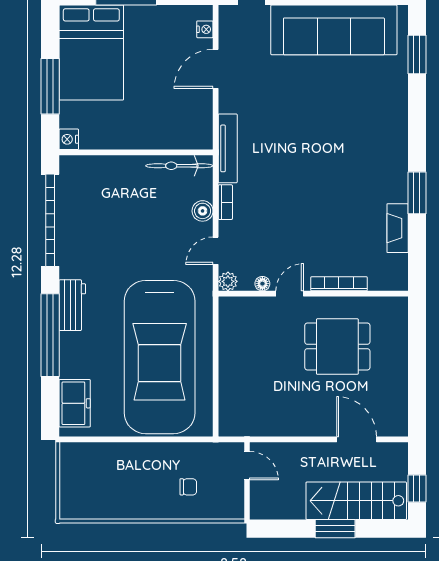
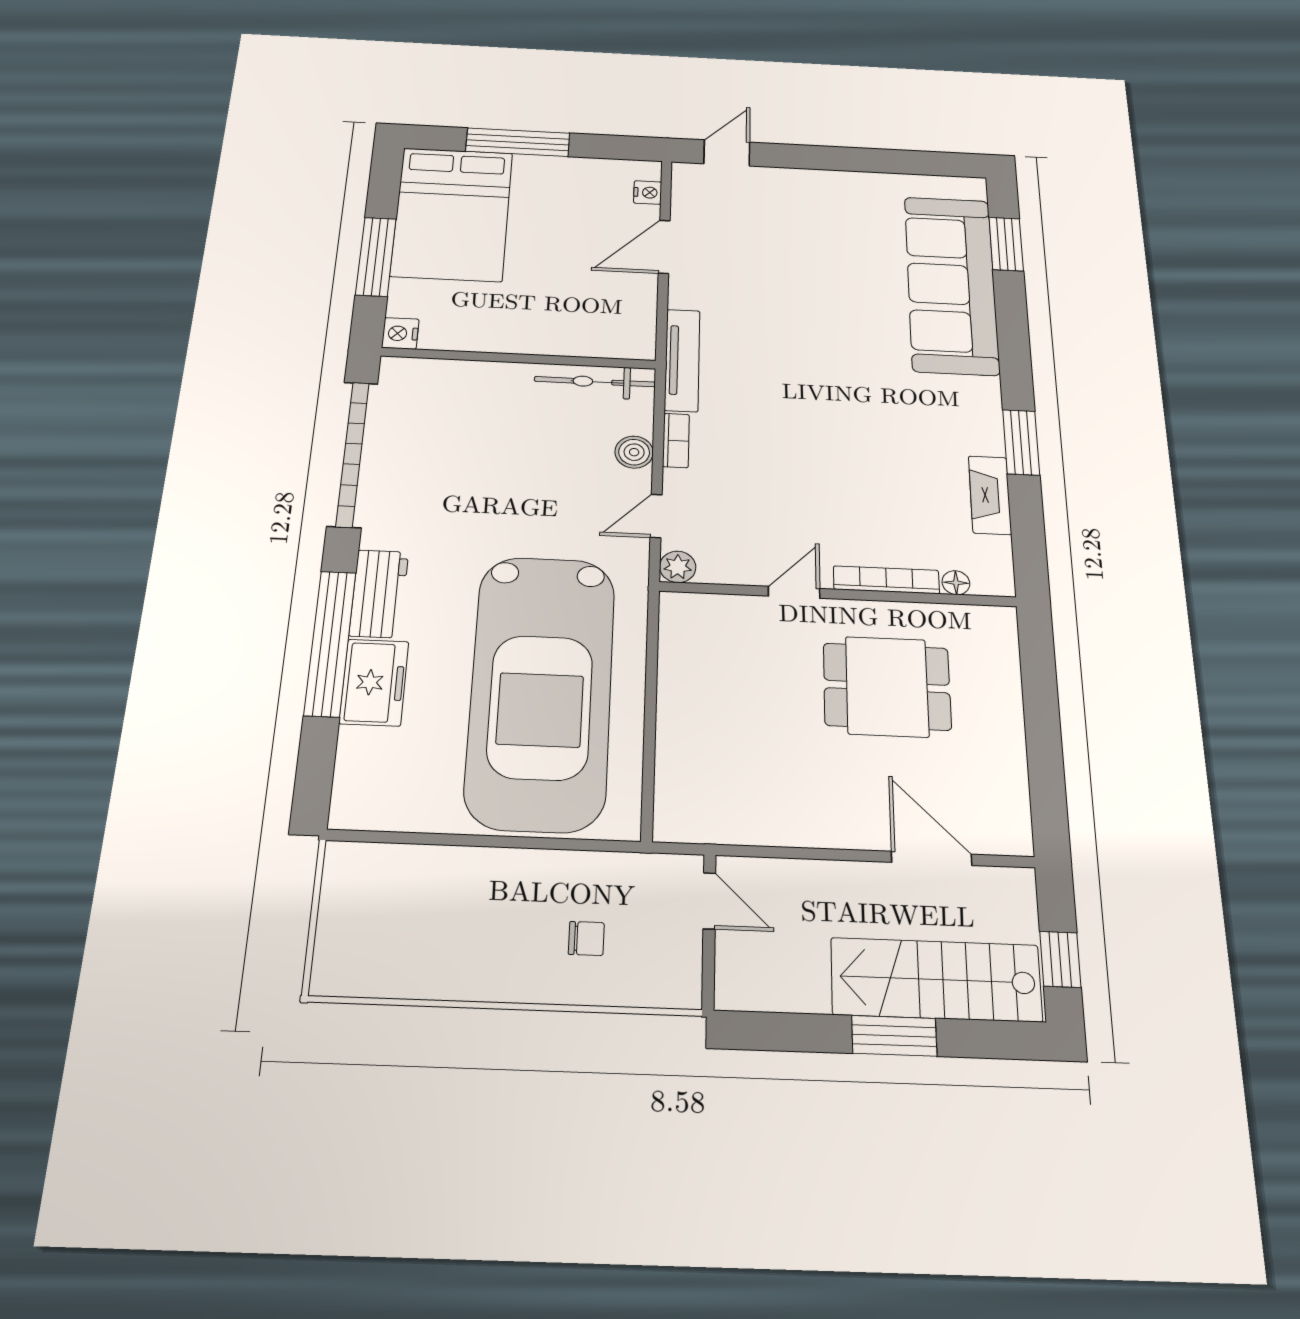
sofa: (334, 30) -> (951, 284), moved, turned 90
floor lamp: (262, 284) -> (956, 583), moved
freezer: (75, 403) -> (374, 682), moved

